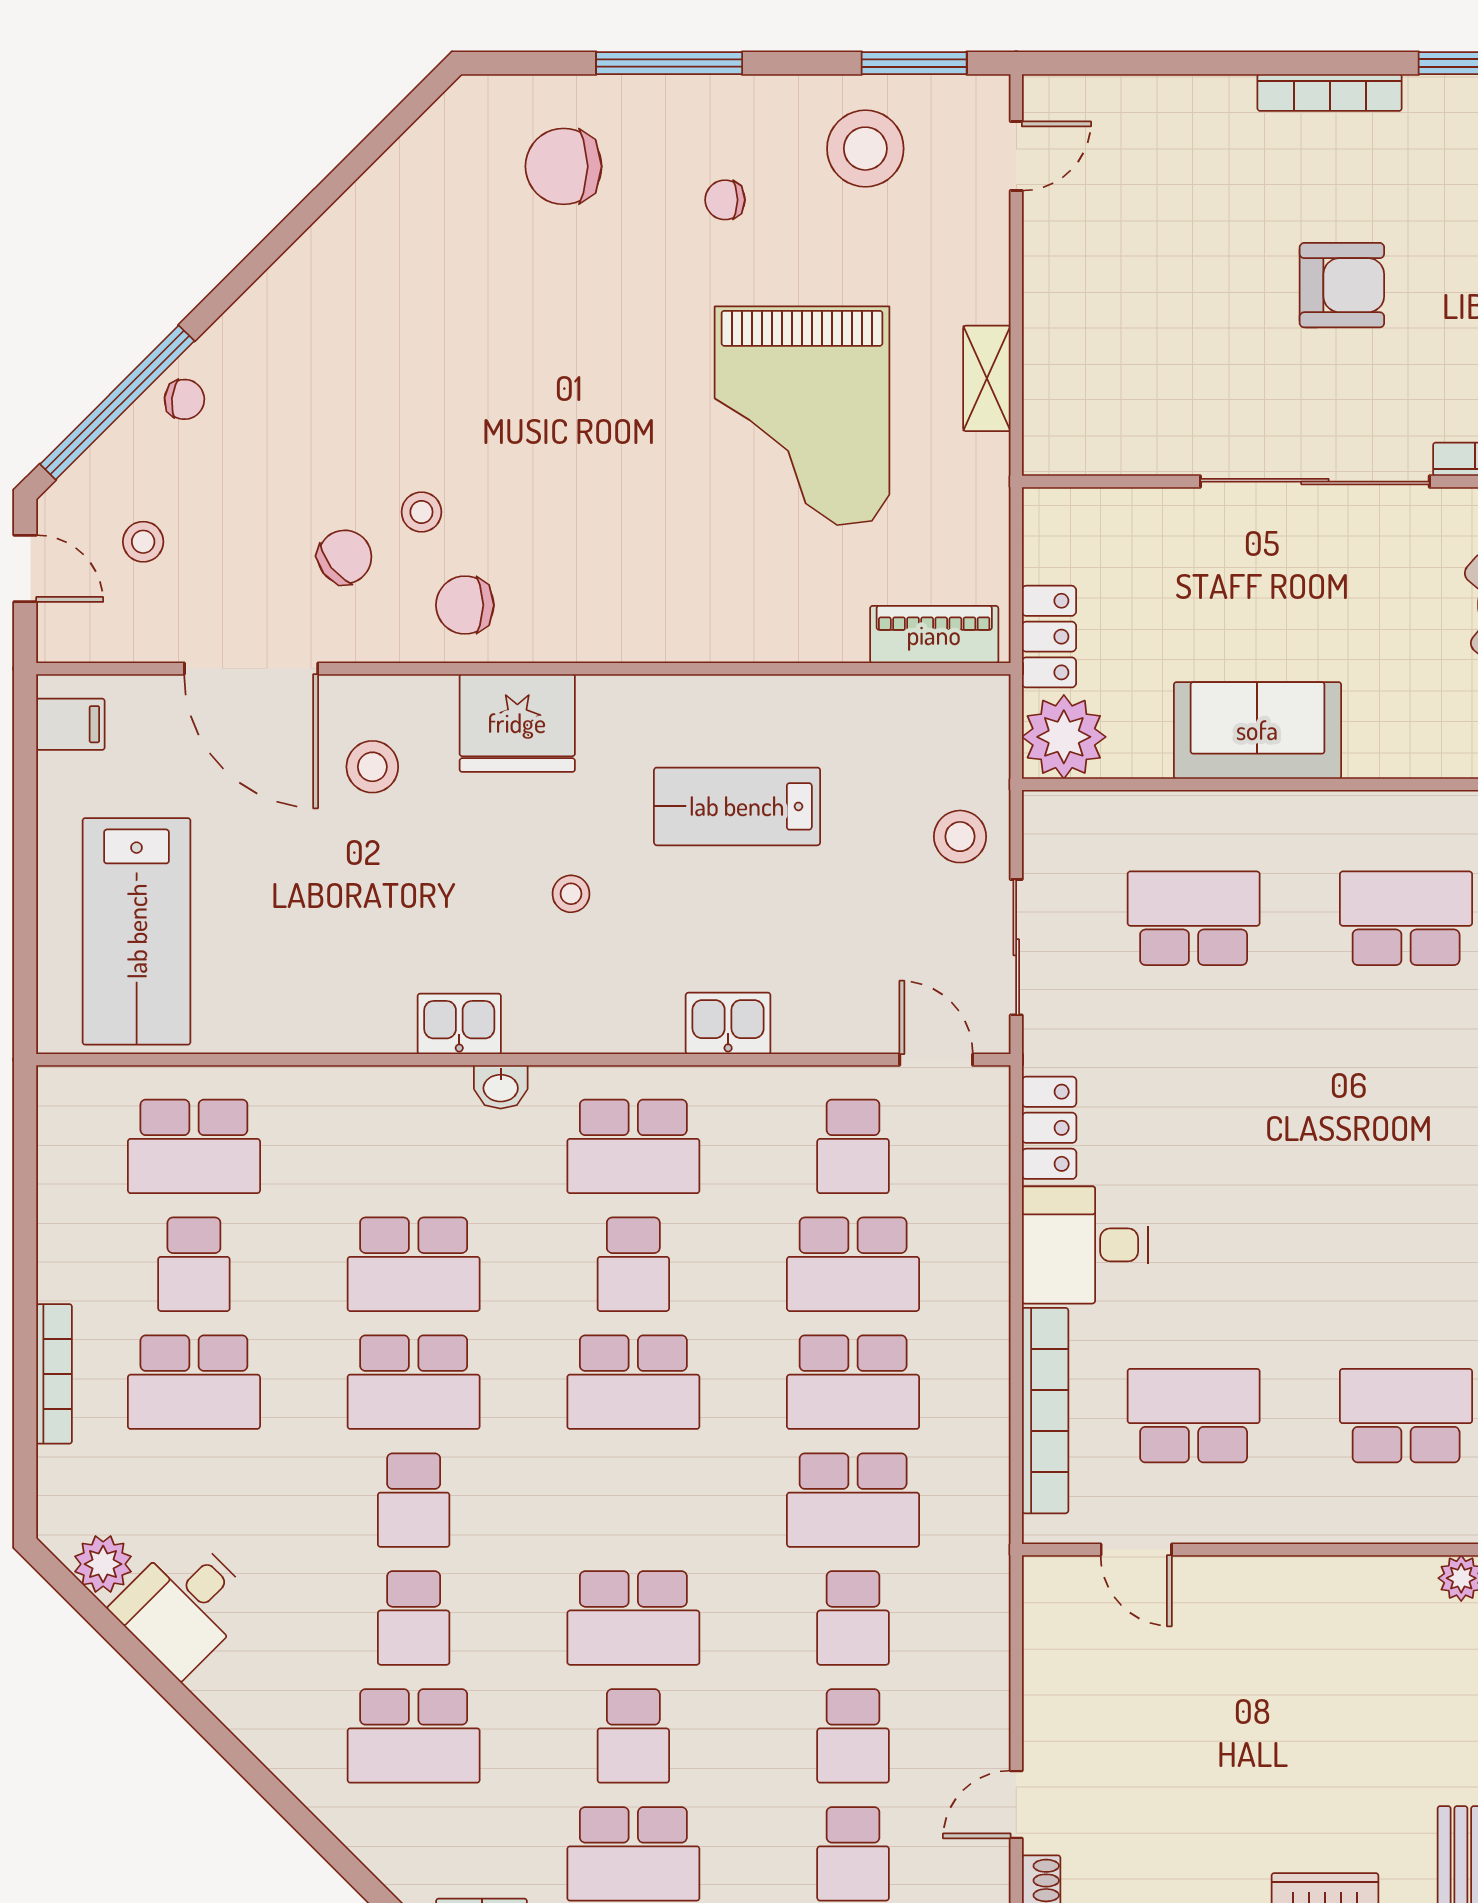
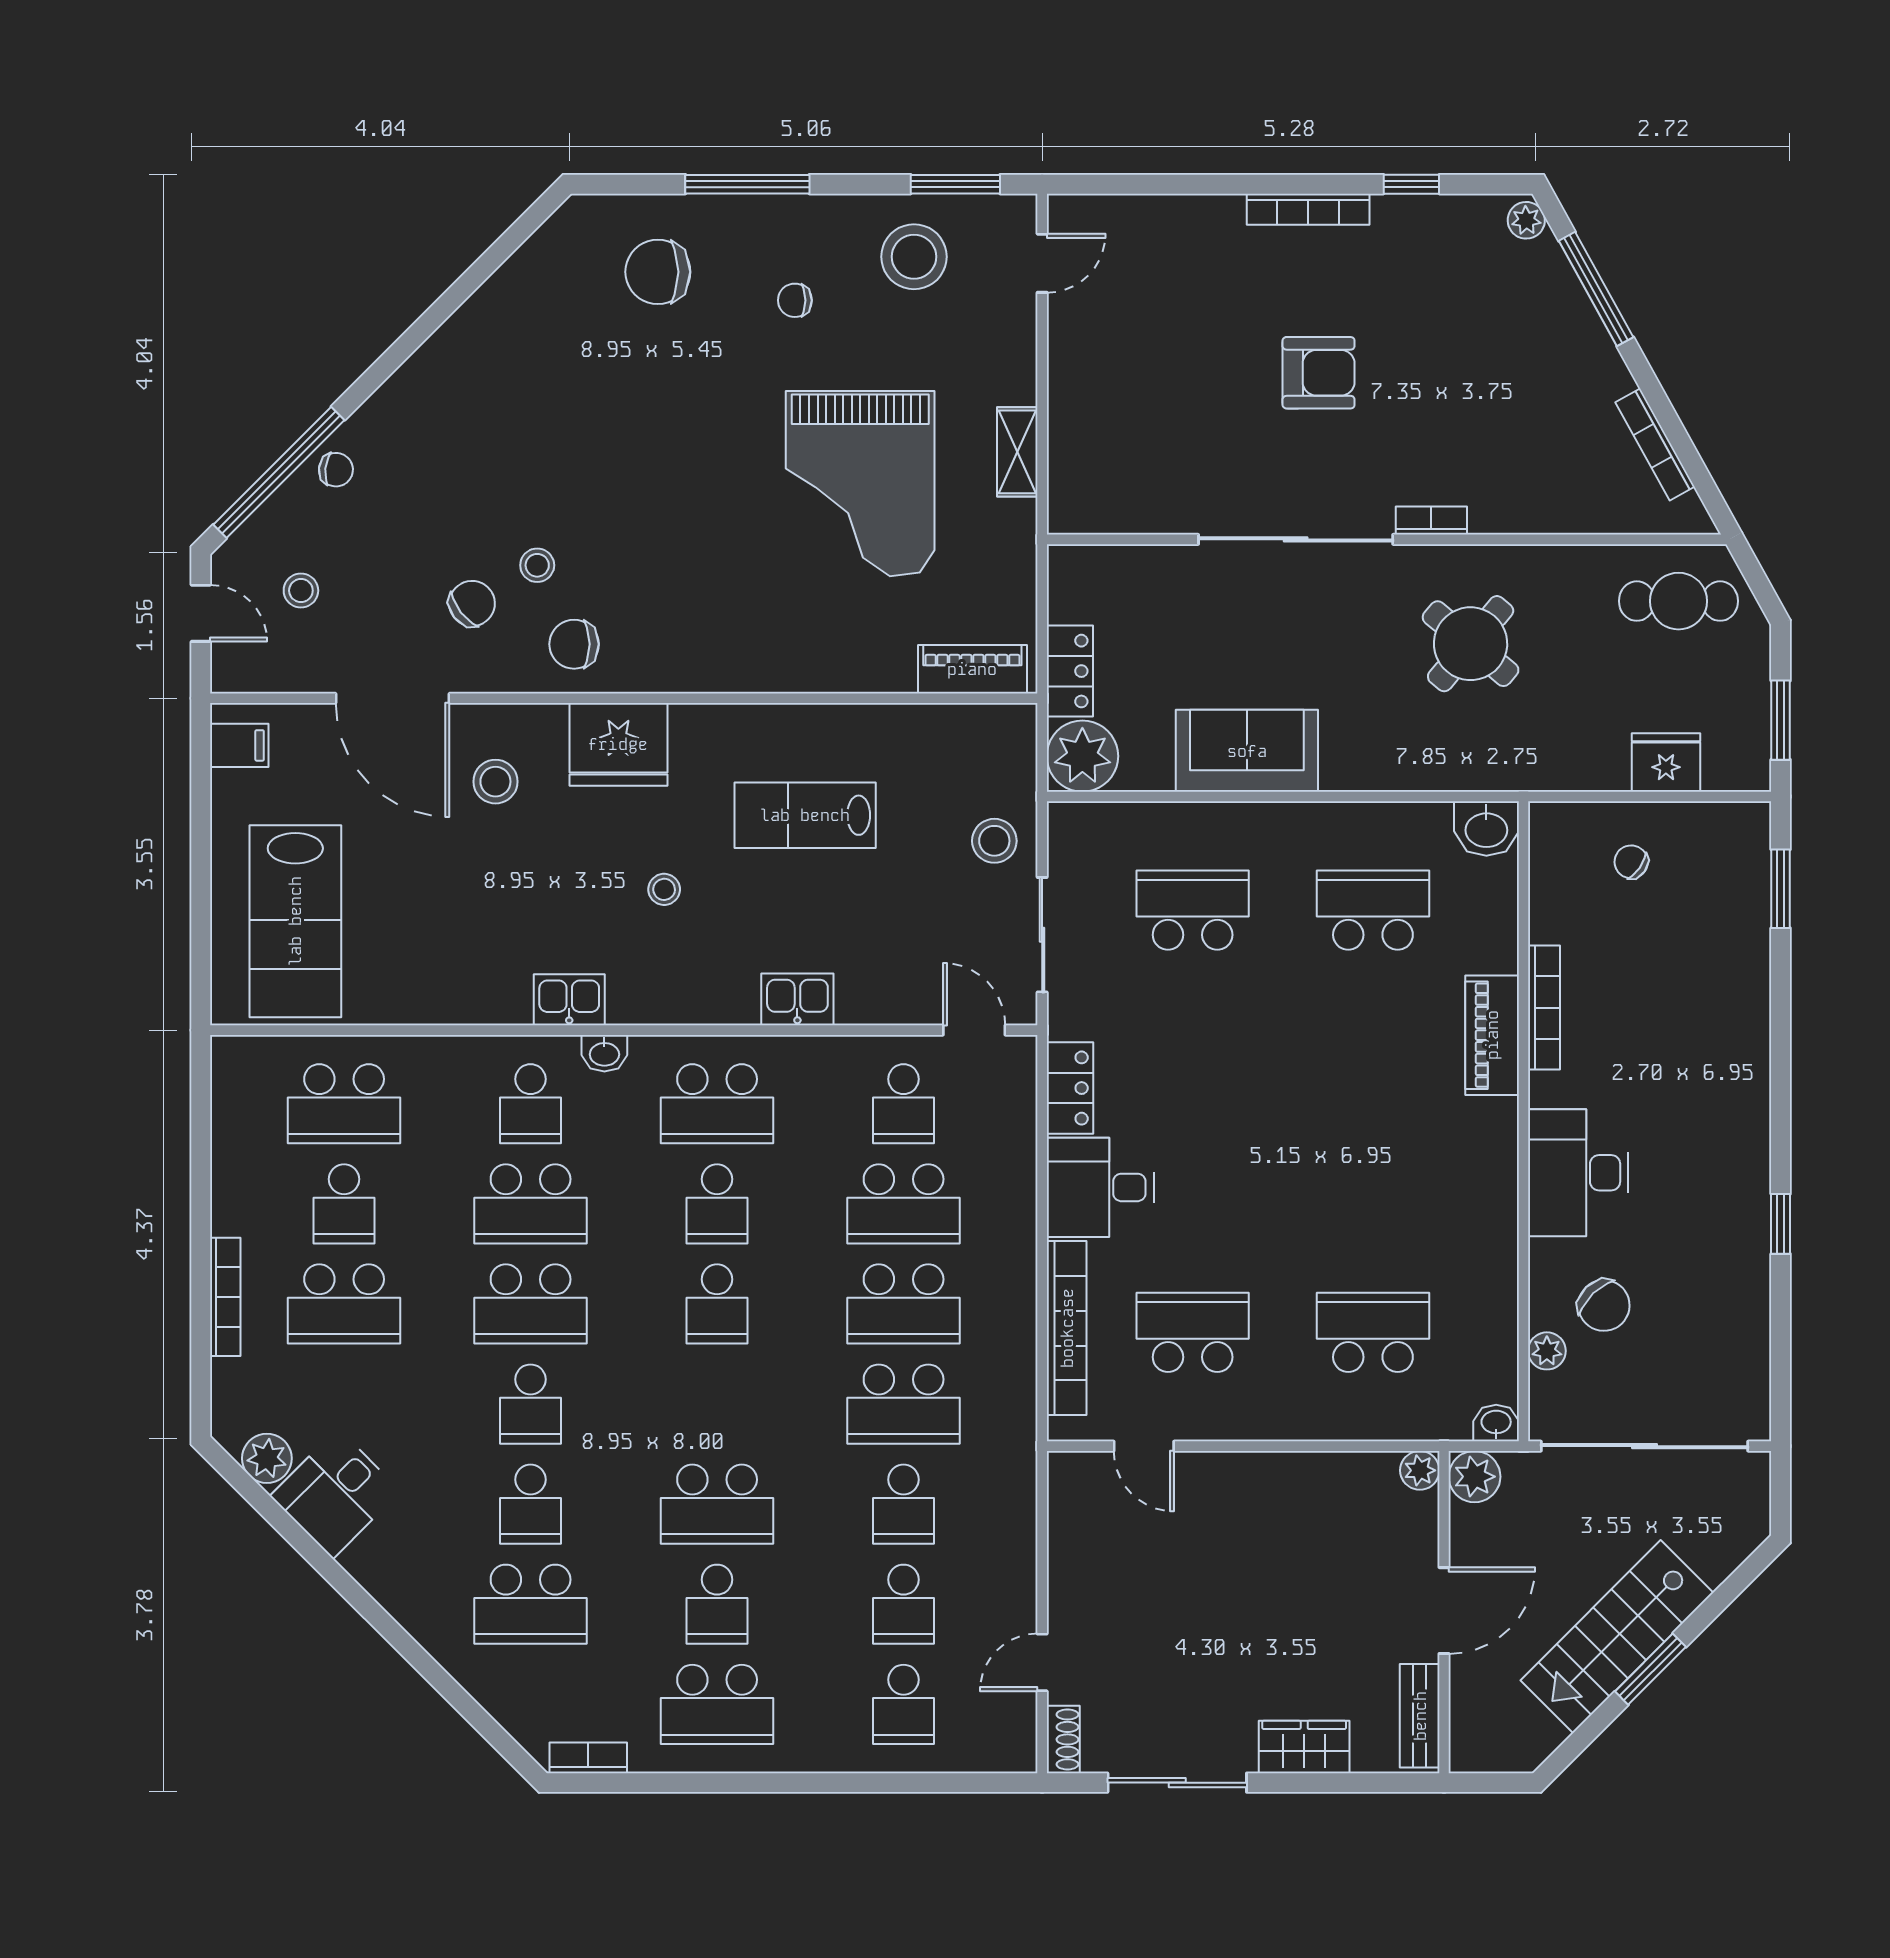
school desk: (414, 1146) -> (531, 1104), added
school desk: (633, 1382) -> (717, 1304), width x0.54

